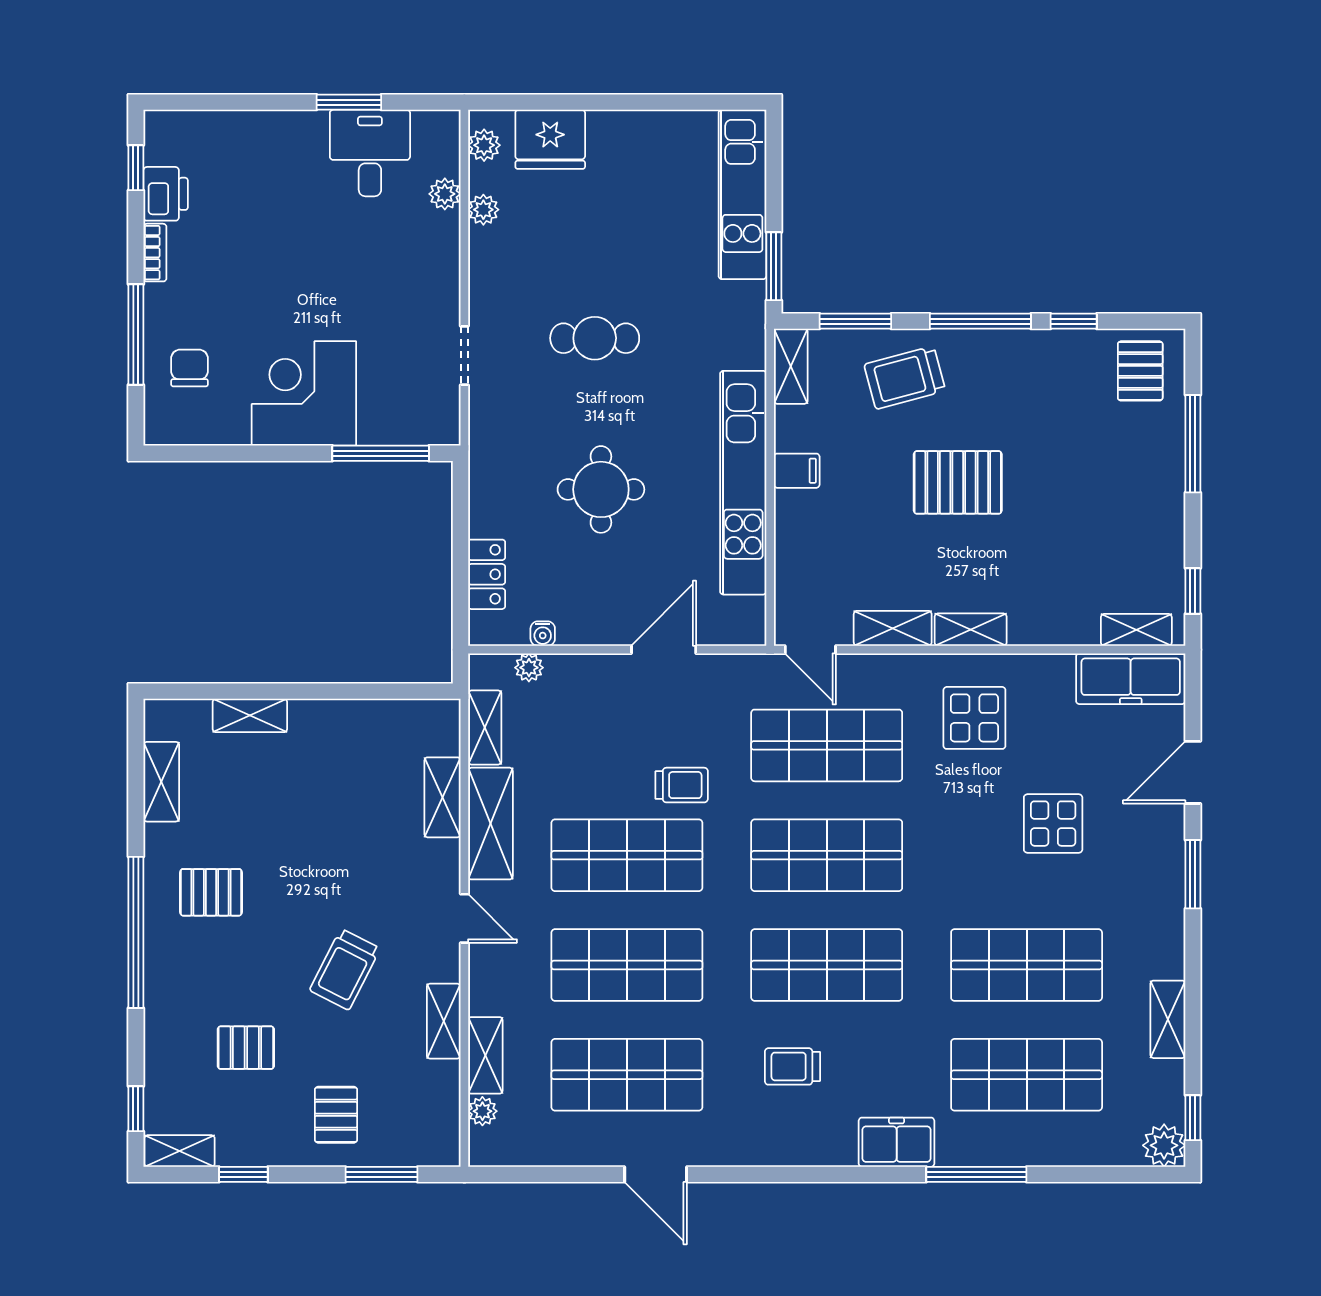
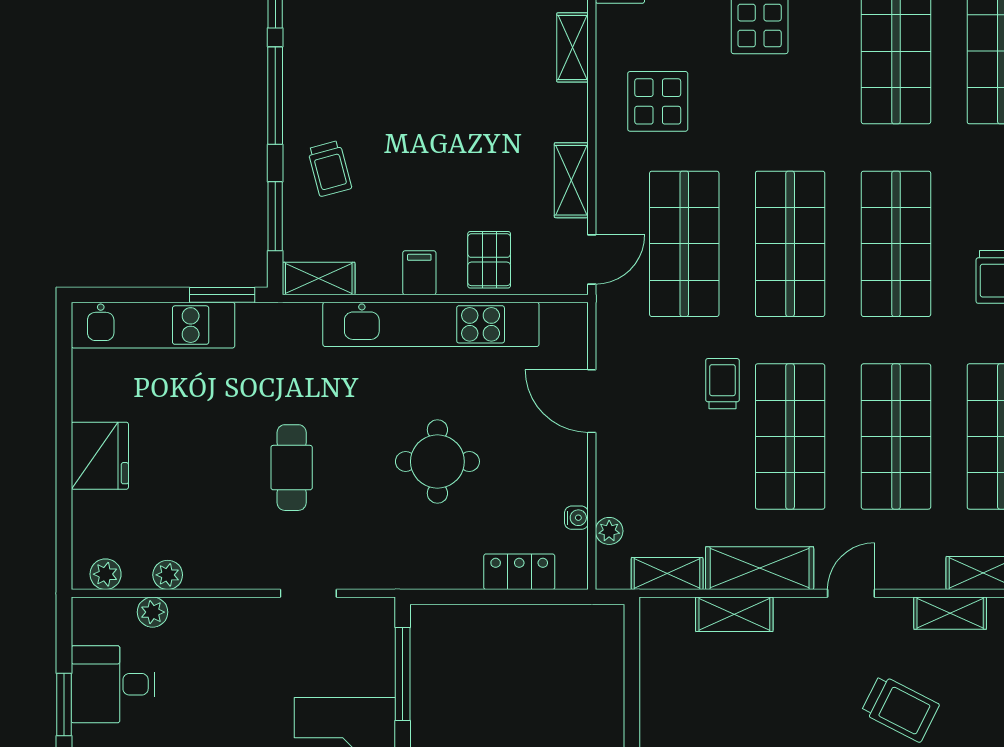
fridge: (550, 139) -> (100, 456), moved
trolley: (905, 378) -> (330, 169), width x0.73, depth x0.72
pallet: (958, 482) -> (489, 260), moved, width x0.67, depth x0.71
shelving: (971, 630) -> (573, 47), moved

